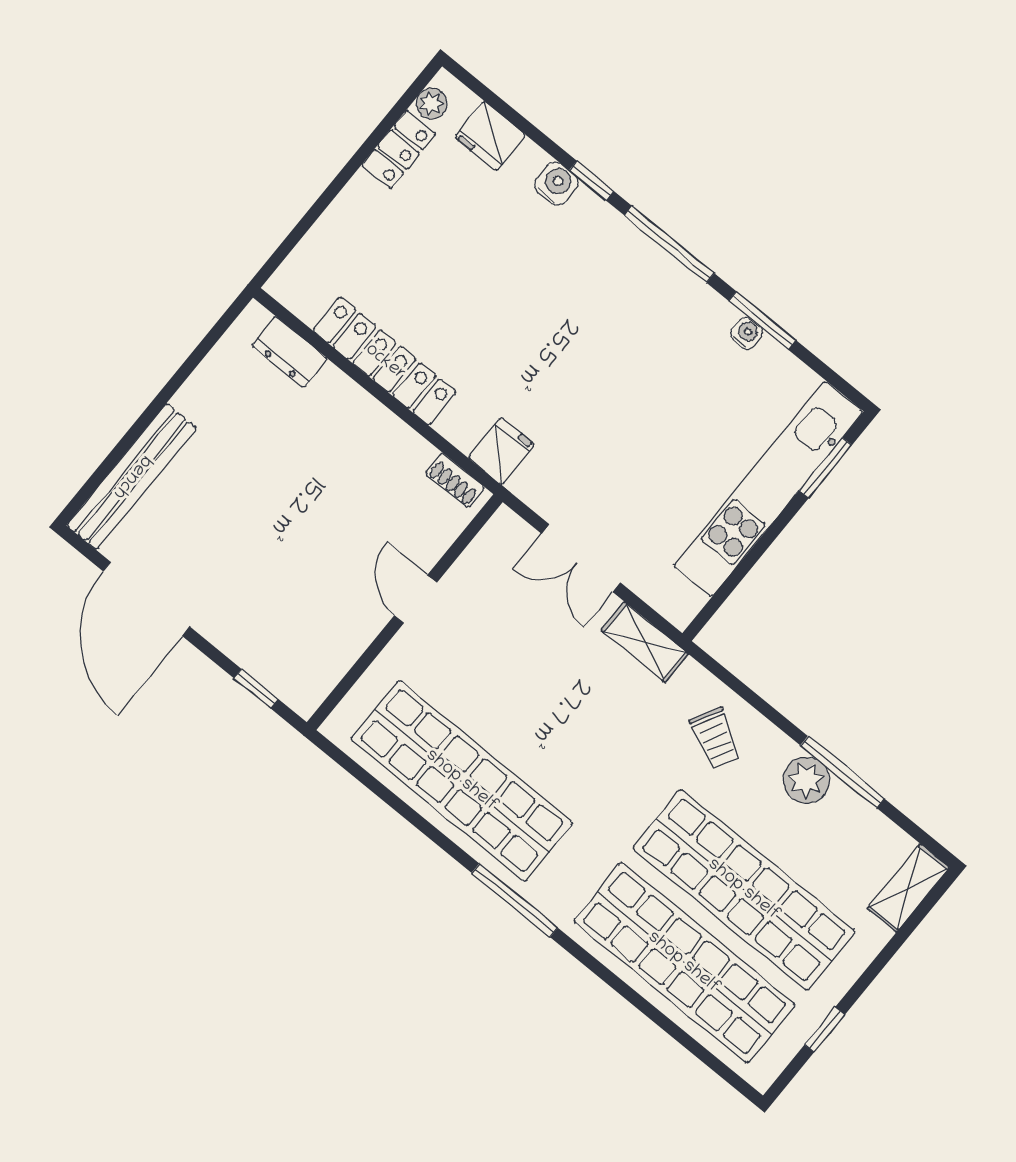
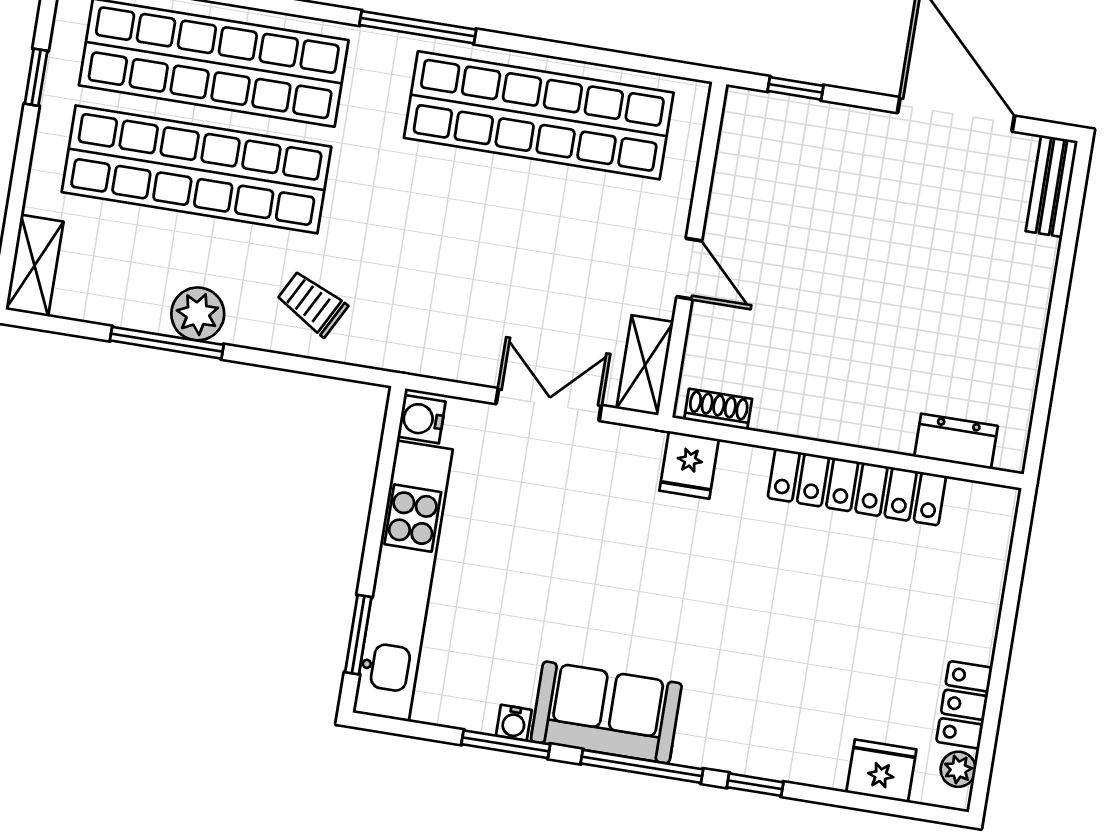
water cooler: (556, 184) -> (421, 419), moved, turned 90
sofa: (672, 300) -> (606, 712), added
bench: (132, 477) -> (1052, 186), width x0.54, depth x0.82
shelving: (645, 642) -> (645, 365), moved, turned 90

